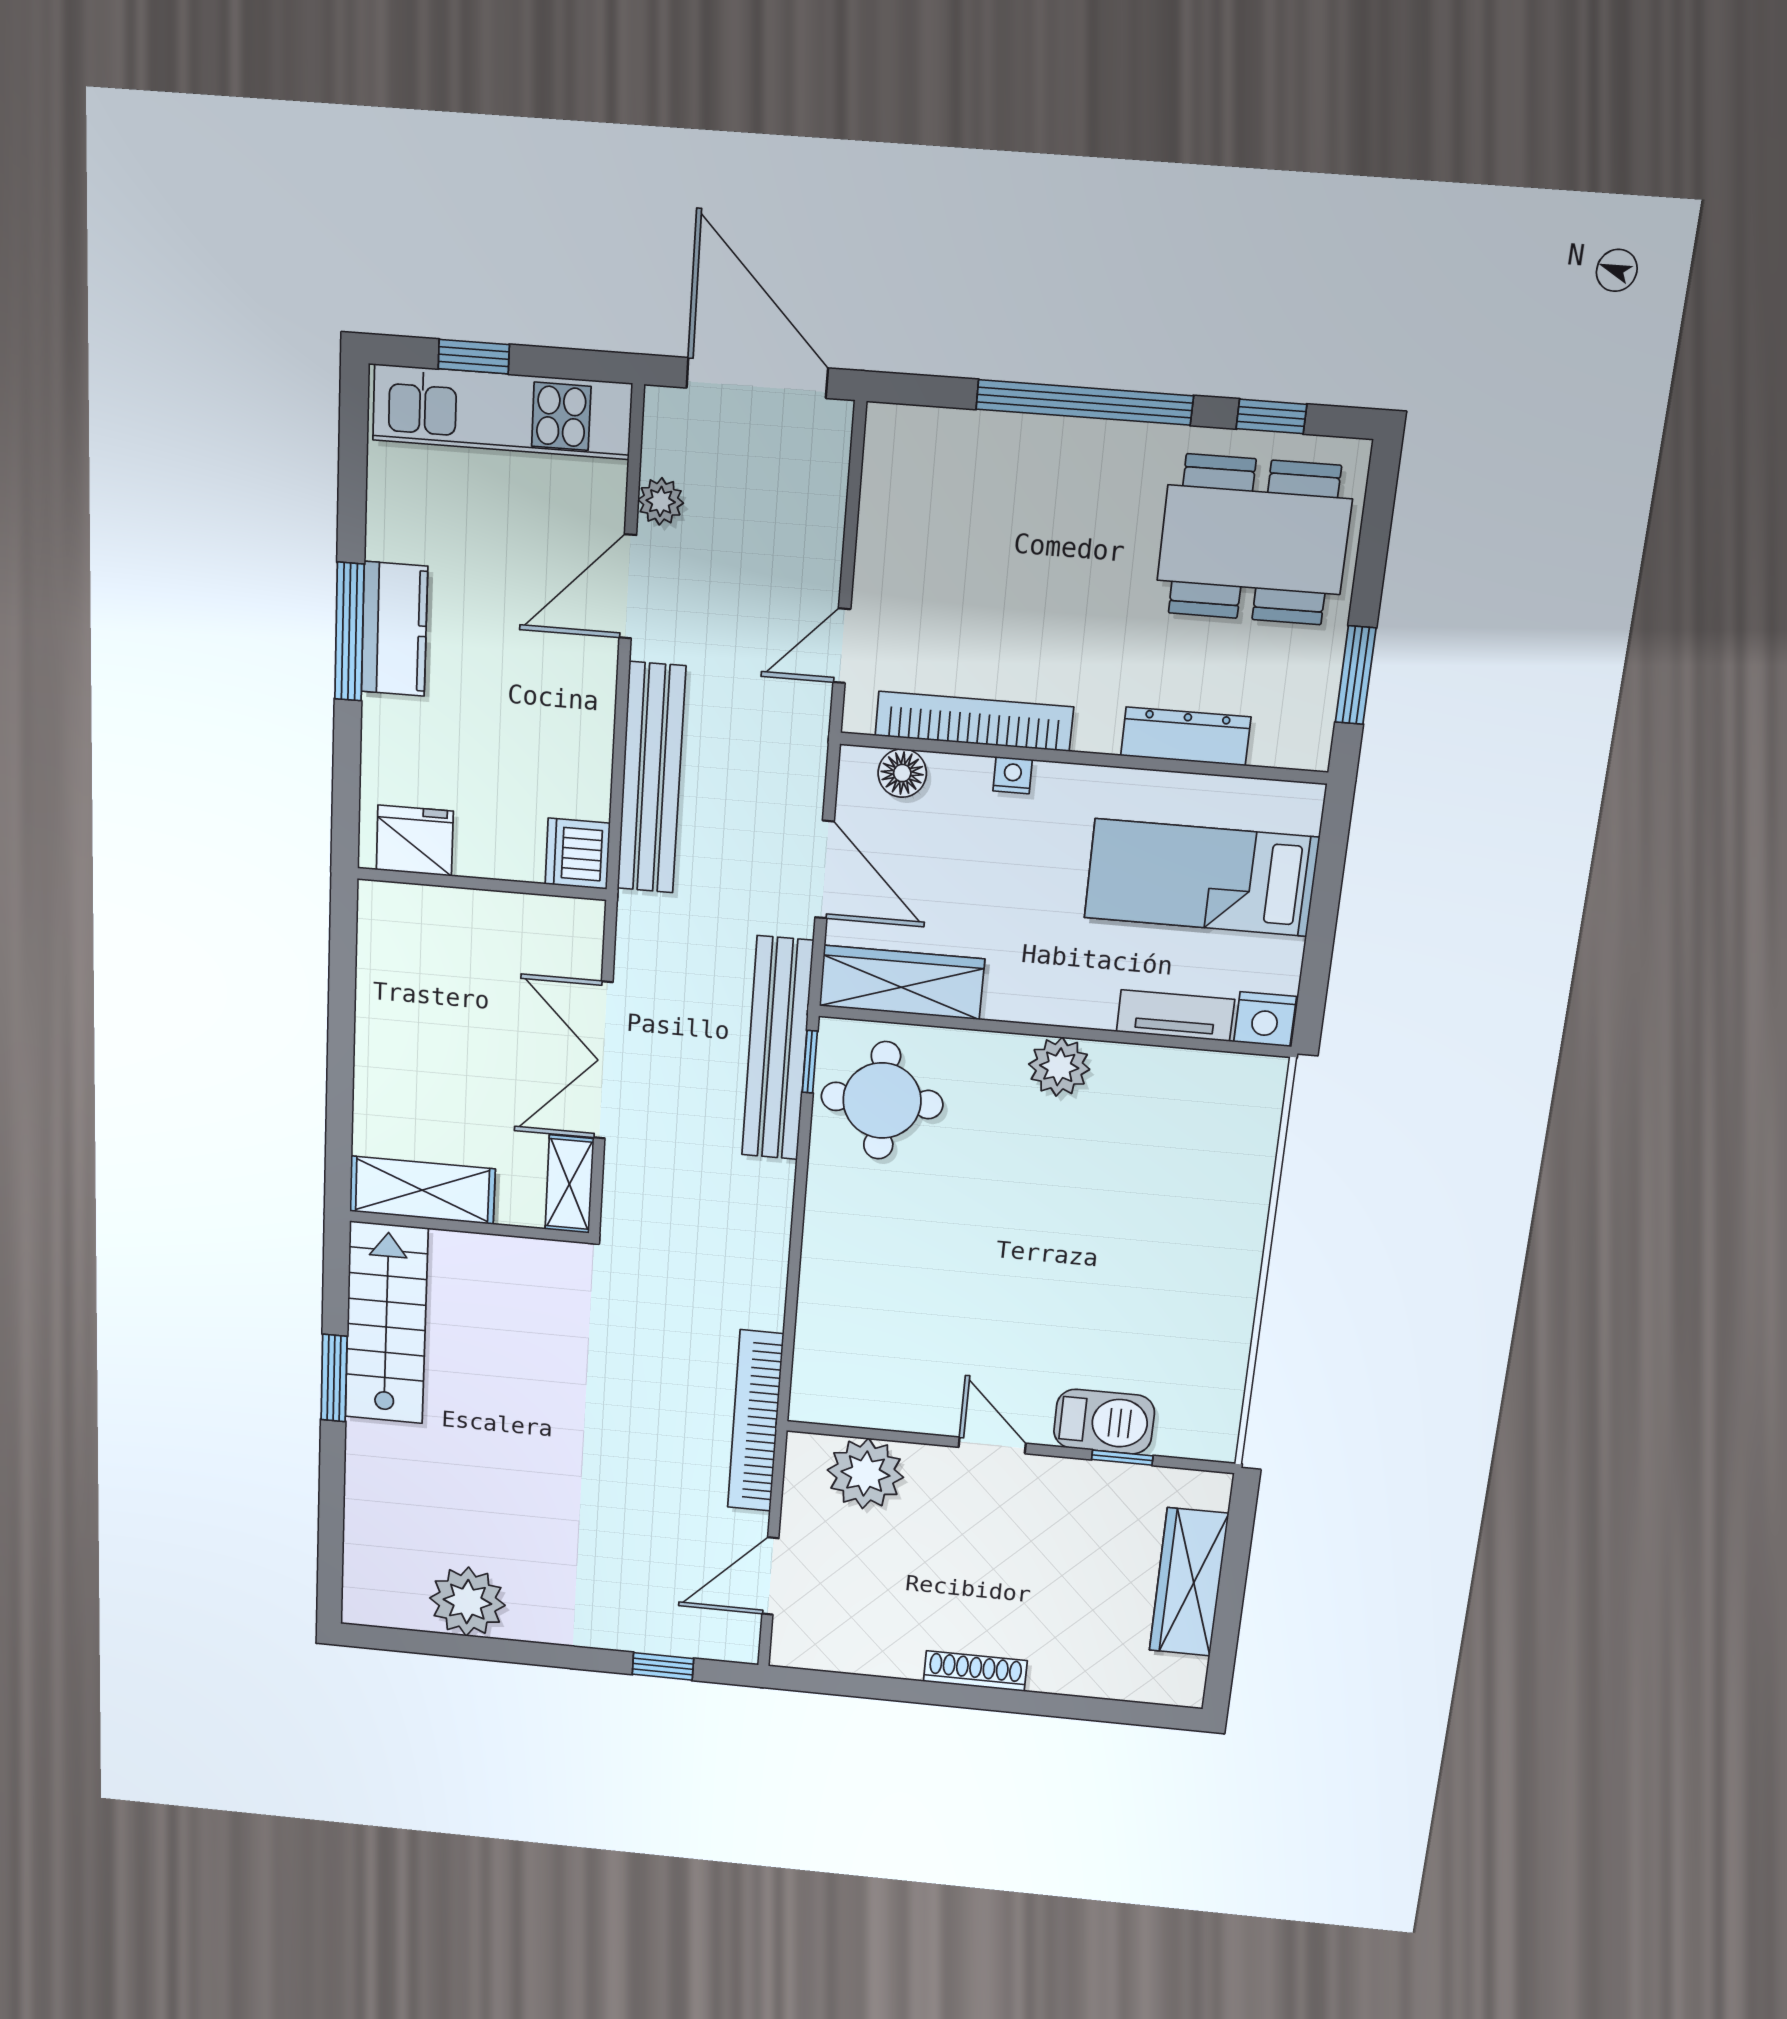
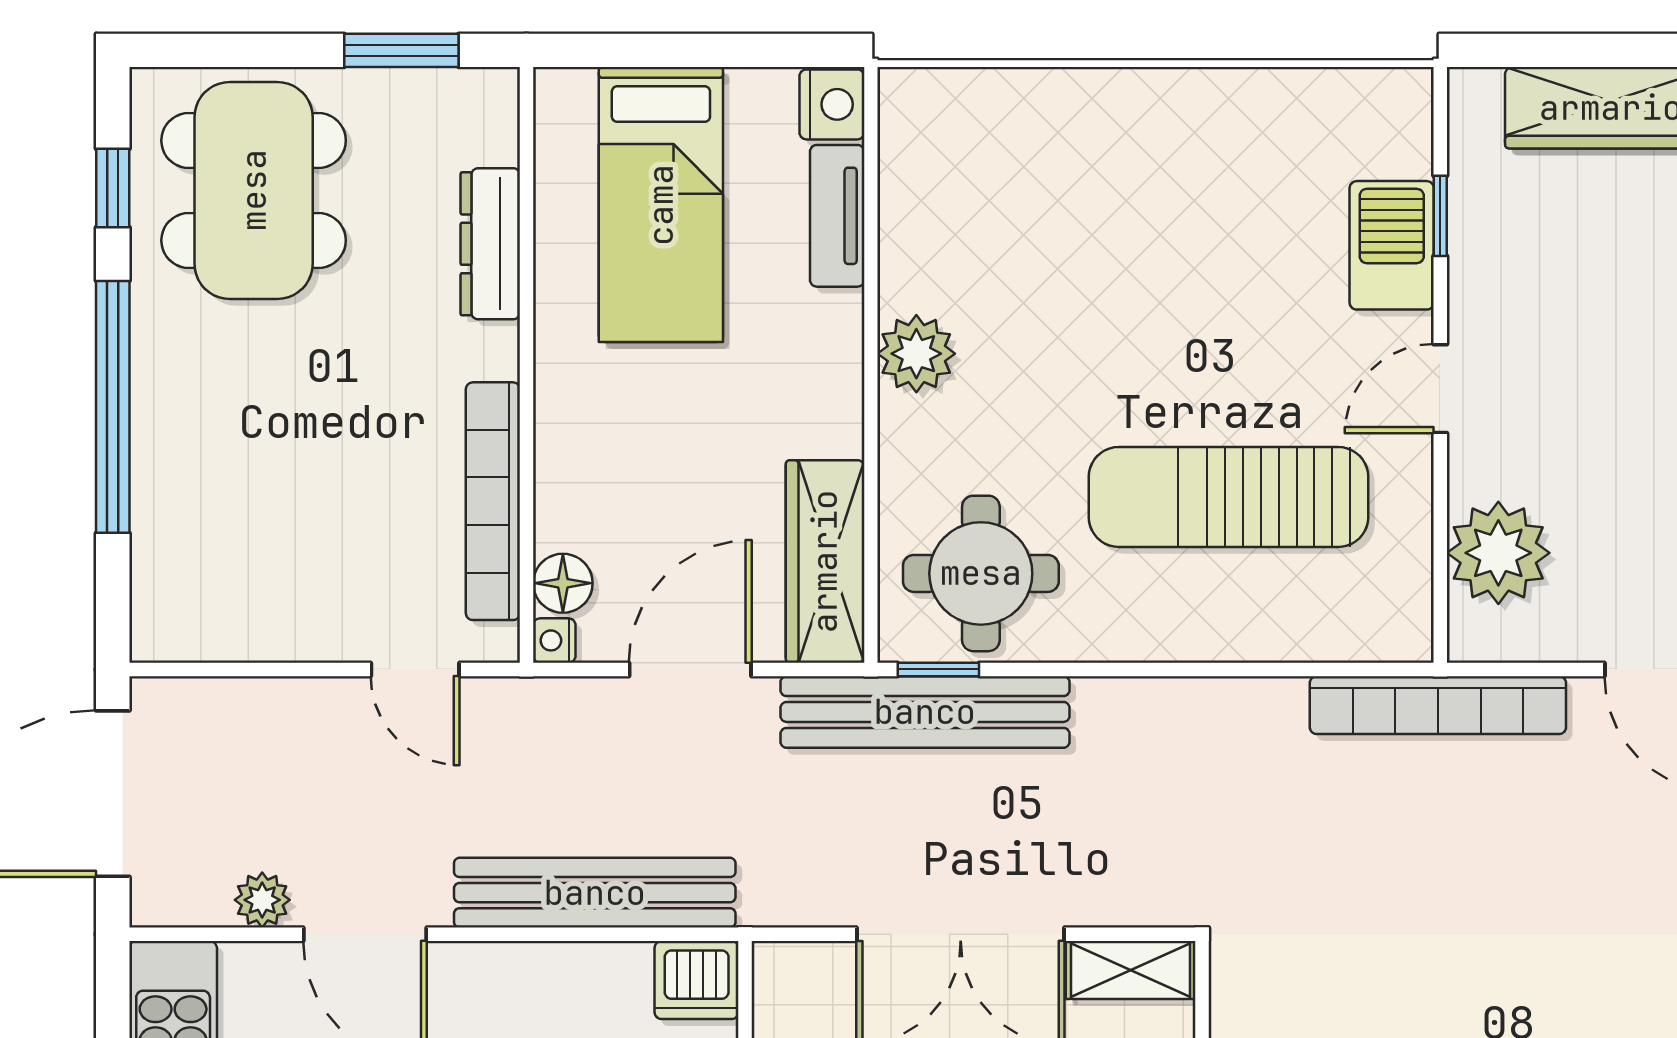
nightstand: (1013, 775) -> (554, 640), moved
sun lounger: (925, 1288) -> (1228, 497), added

